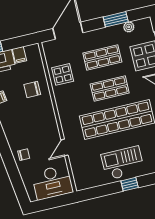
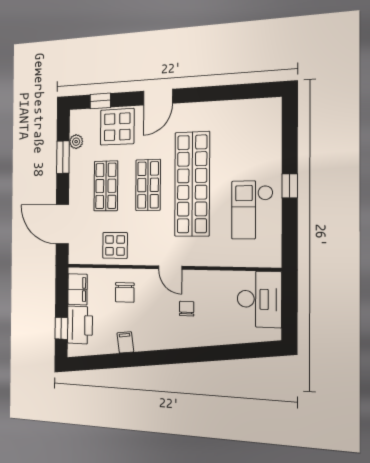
filing cabinet: (19, 55) -> (77, 289), width x2.00
door: (64, 148) -> (170, 268), moved
chair: (24, 155) -> (187, 309), moved
checkout: (123, 163) -> (252, 210), moved

